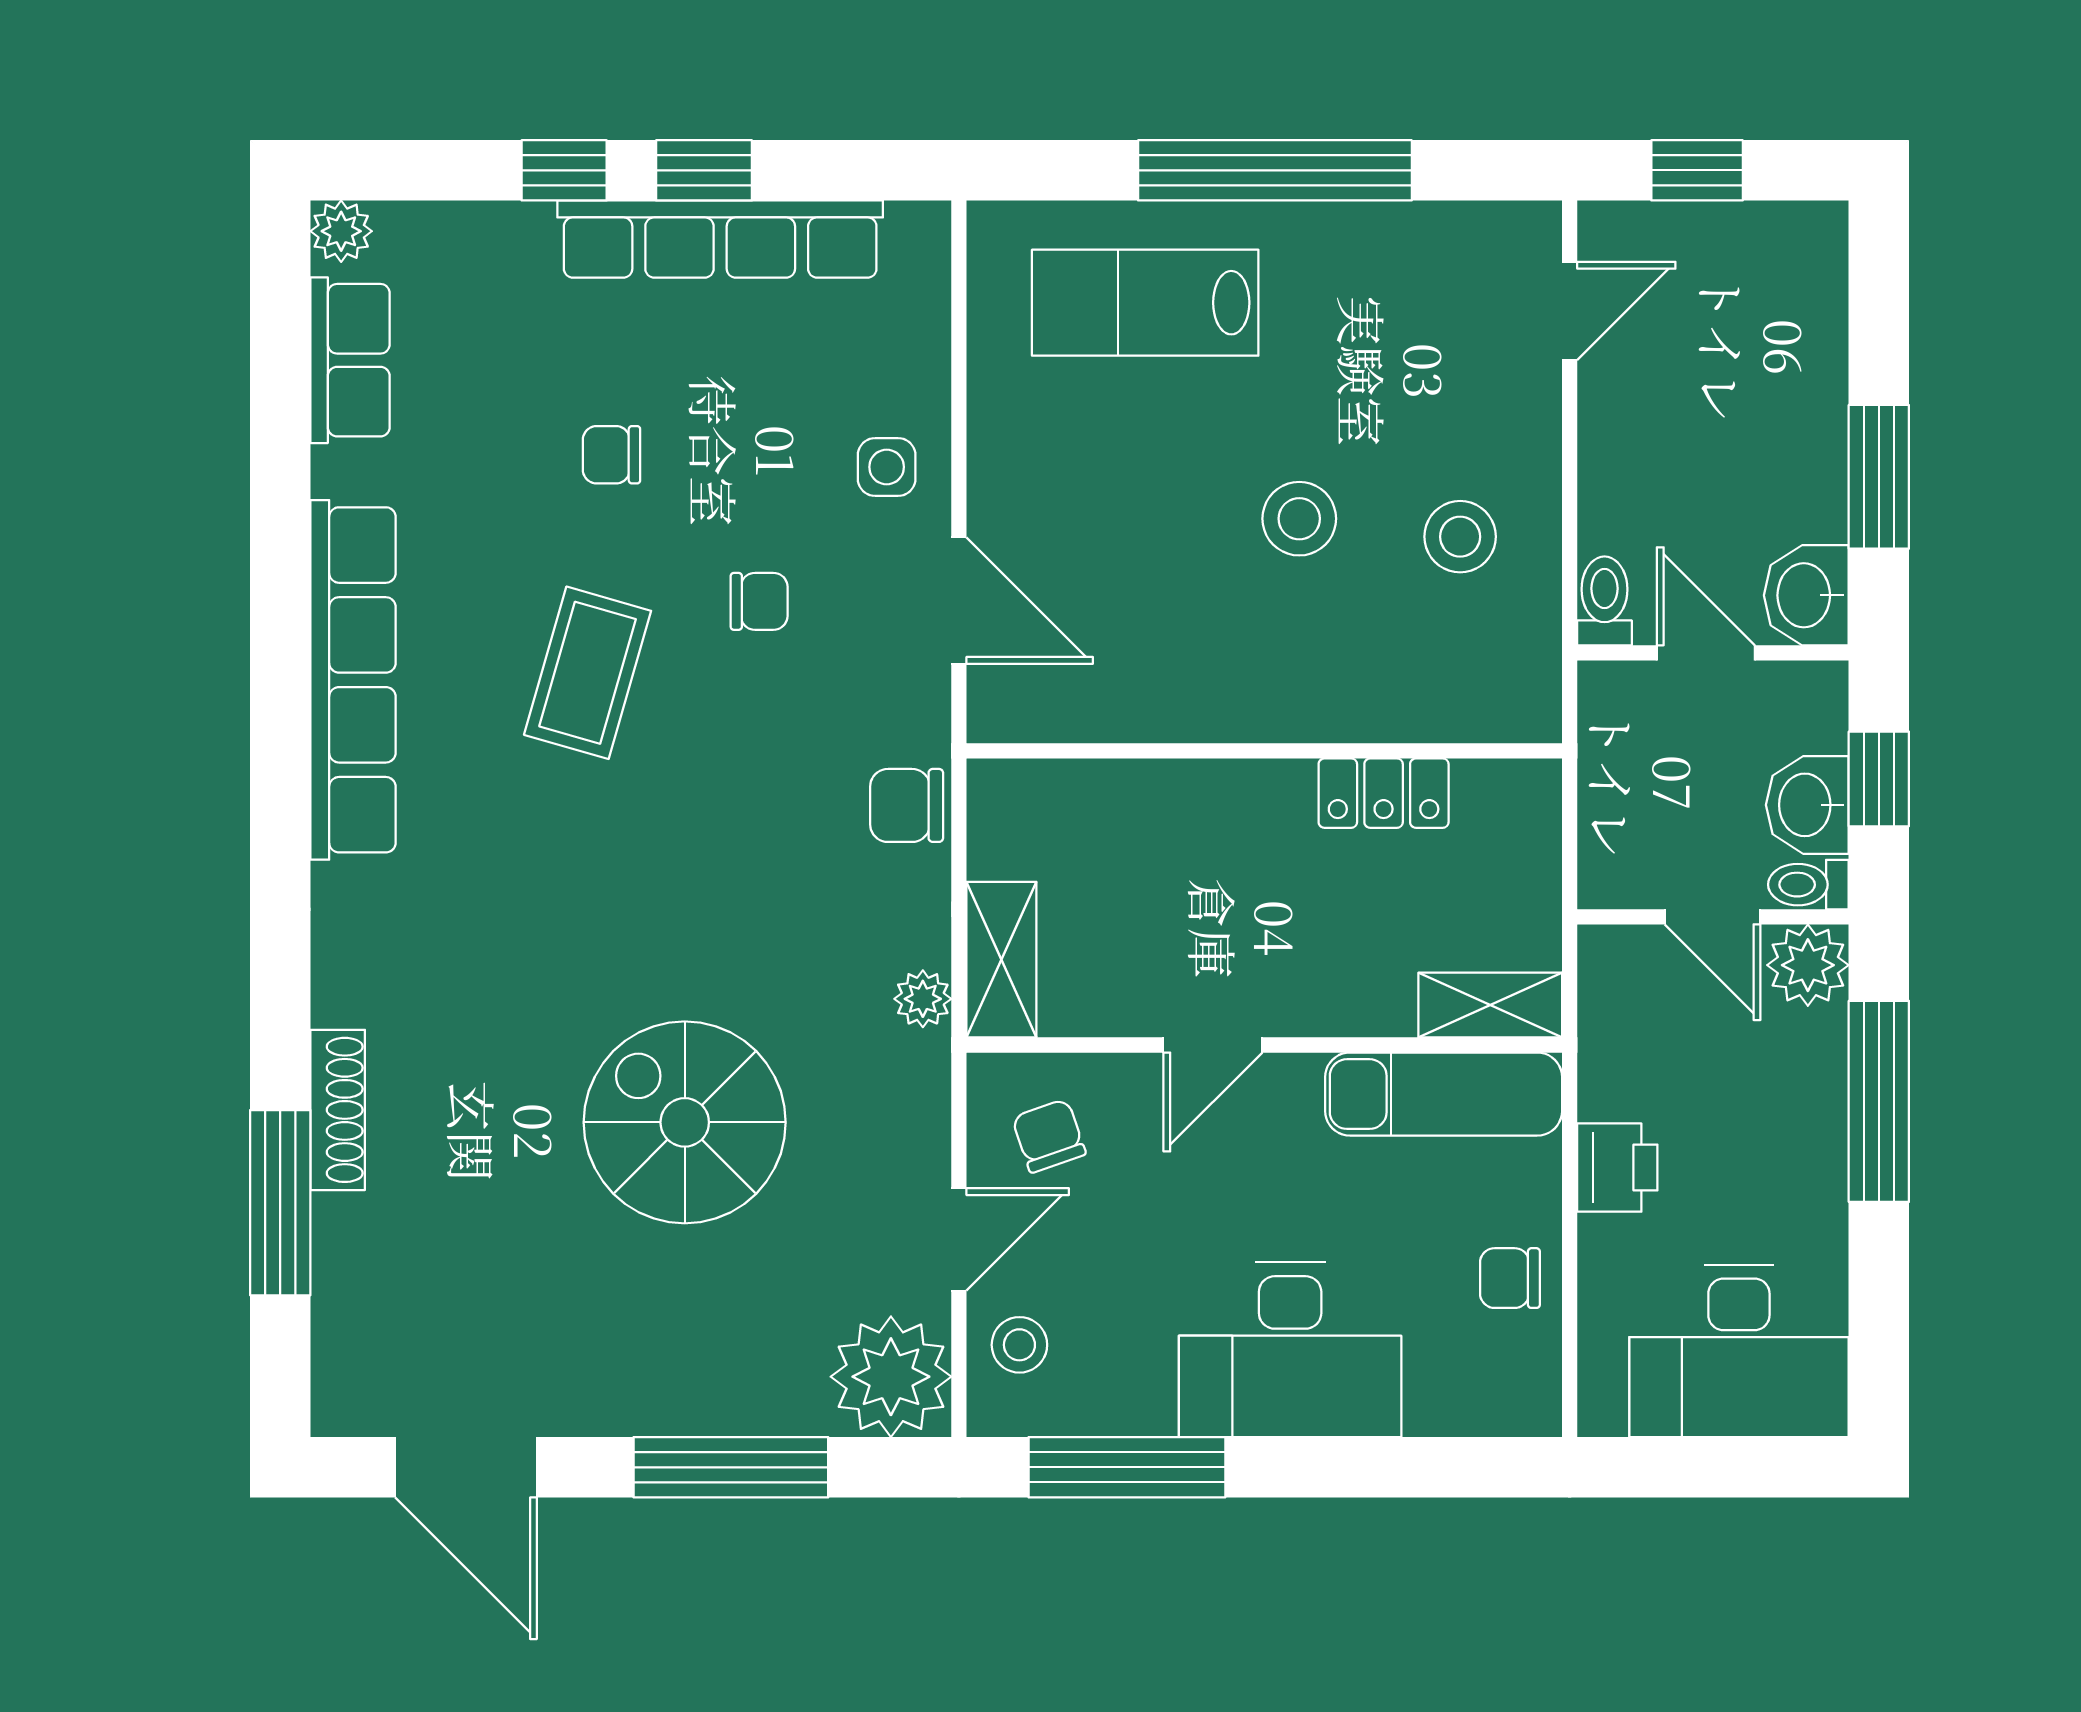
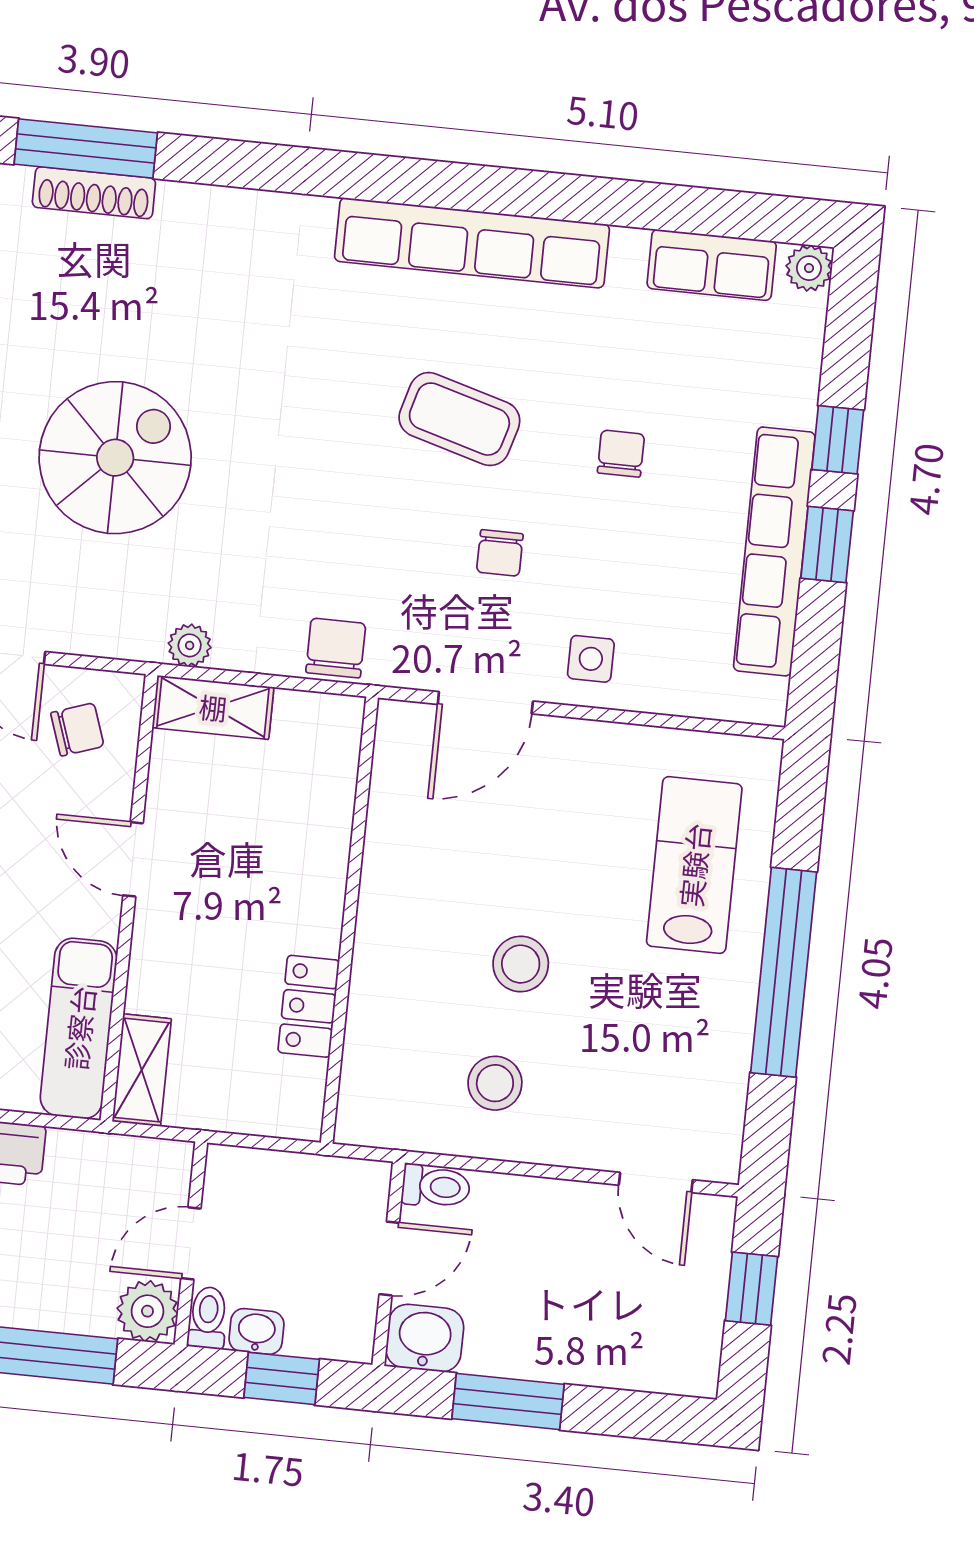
washbasin: (1807, 805) -> (256, 1331), width x0.72, depth x0.69
shoe rack: (338, 1110) -> (94, 193), moved

